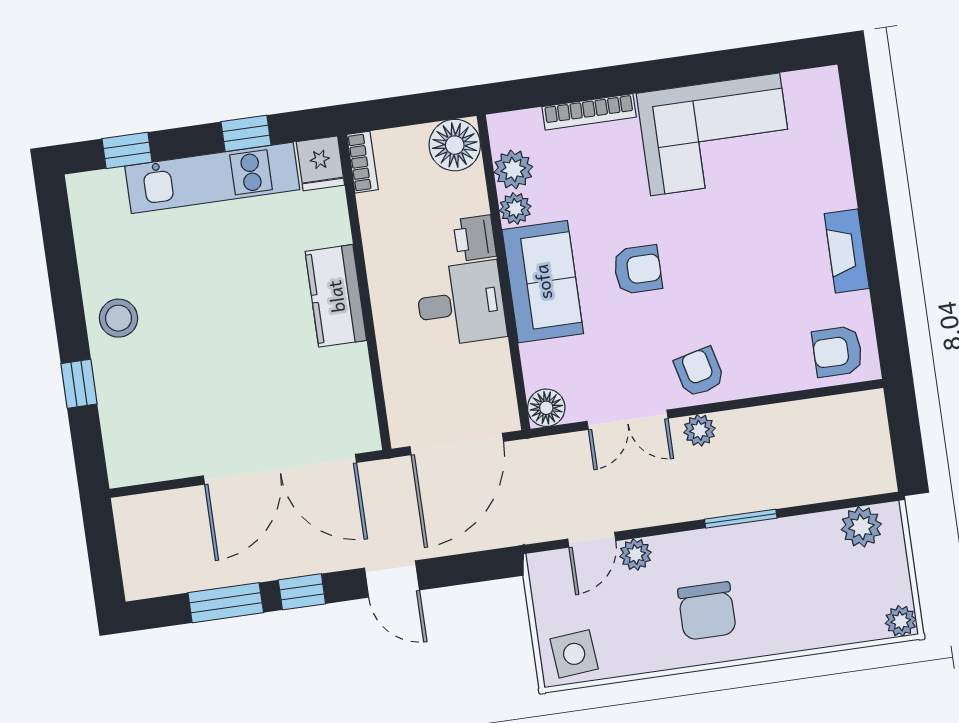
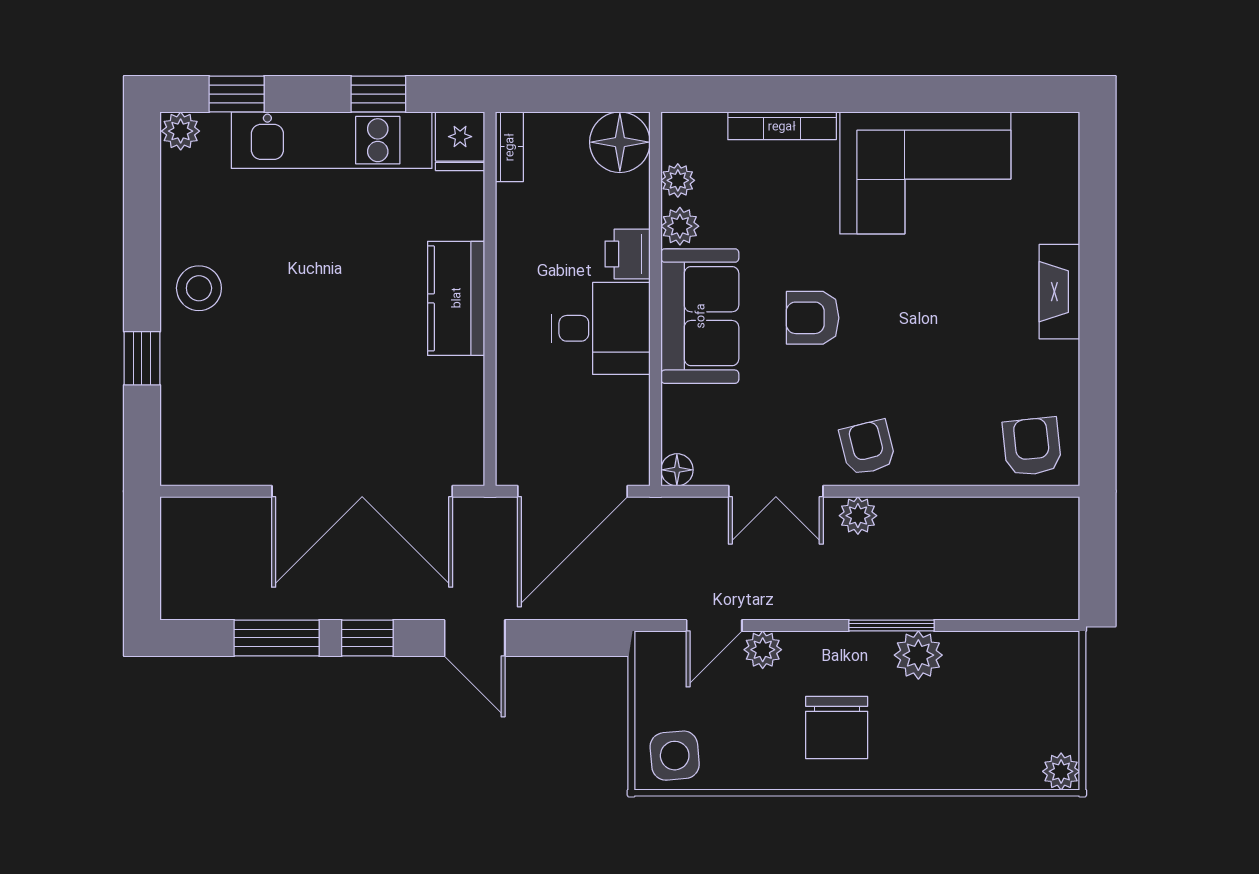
plant: (513, 169) -> (678, 180), width x0.73, depth x0.73
plant: (84, 188) -> (181, 131), added
fireplace: (847, 251) -> (1059, 292), moved
armchair: (638, 270) -> (813, 318), turned 180
armchair: (837, 351) -> (1032, 447), turned 84
floor lamp: (546, 408) -> (677, 470), width x0.73, depth x0.73
plant: (861, 527) -> (918, 655), moved

